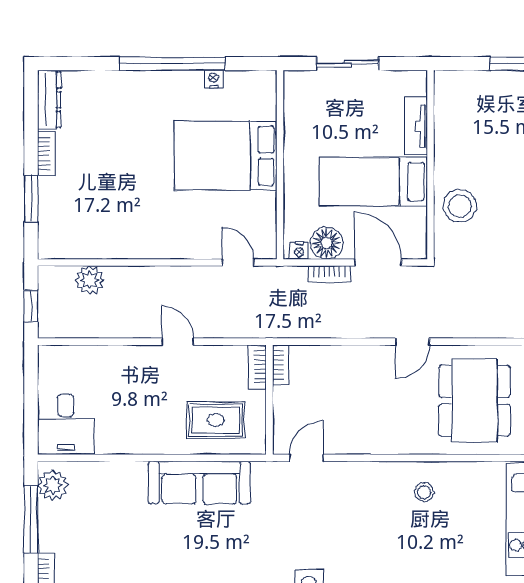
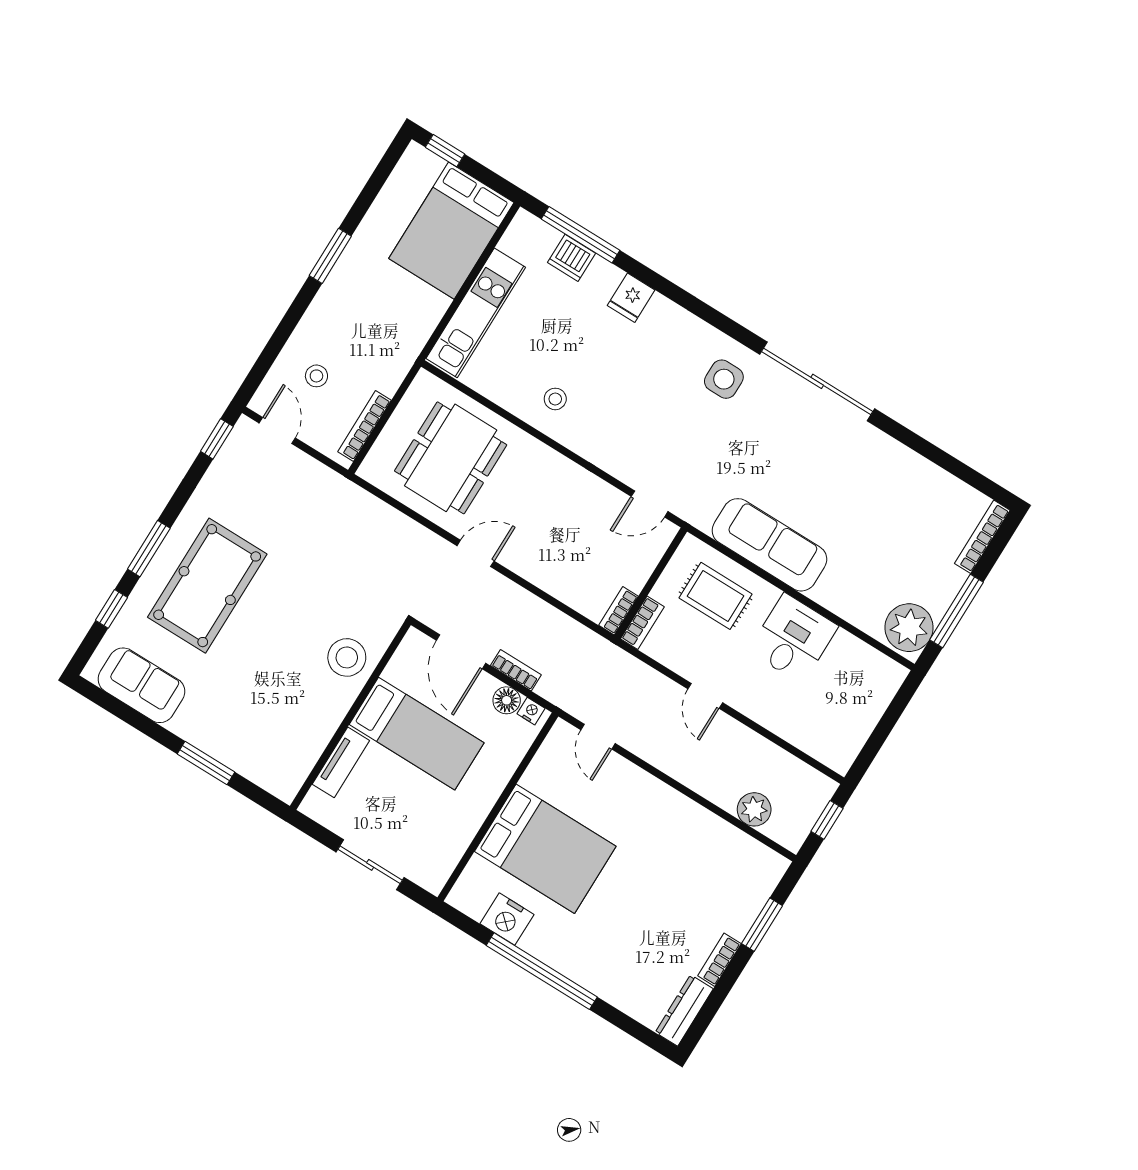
nightstand: (213, 79) -> (507, 919), width x1.89, depth x1.79
floor lamp: (327, 243) -> (507, 700), width x0.73, depth x0.73
desk: (66, 424) -> (793, 638), moved
plant: (53, 485) -> (909, 628), width x1.36, depth x1.36

